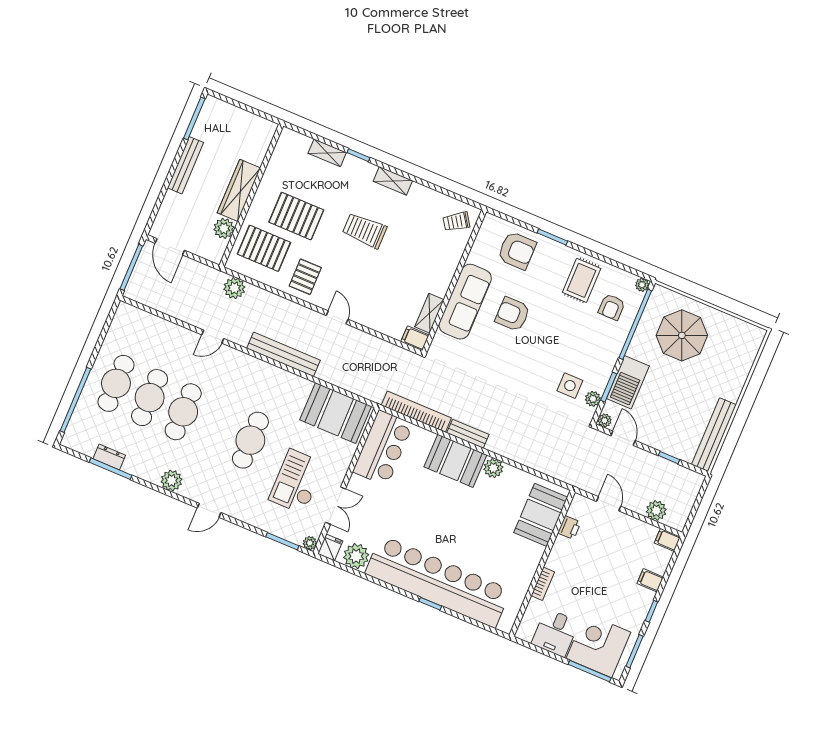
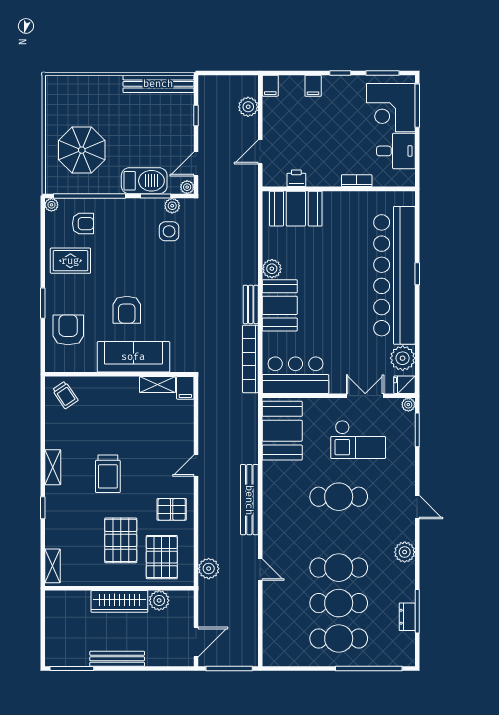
shelving: (327, 153) -> (52, 566), moved

